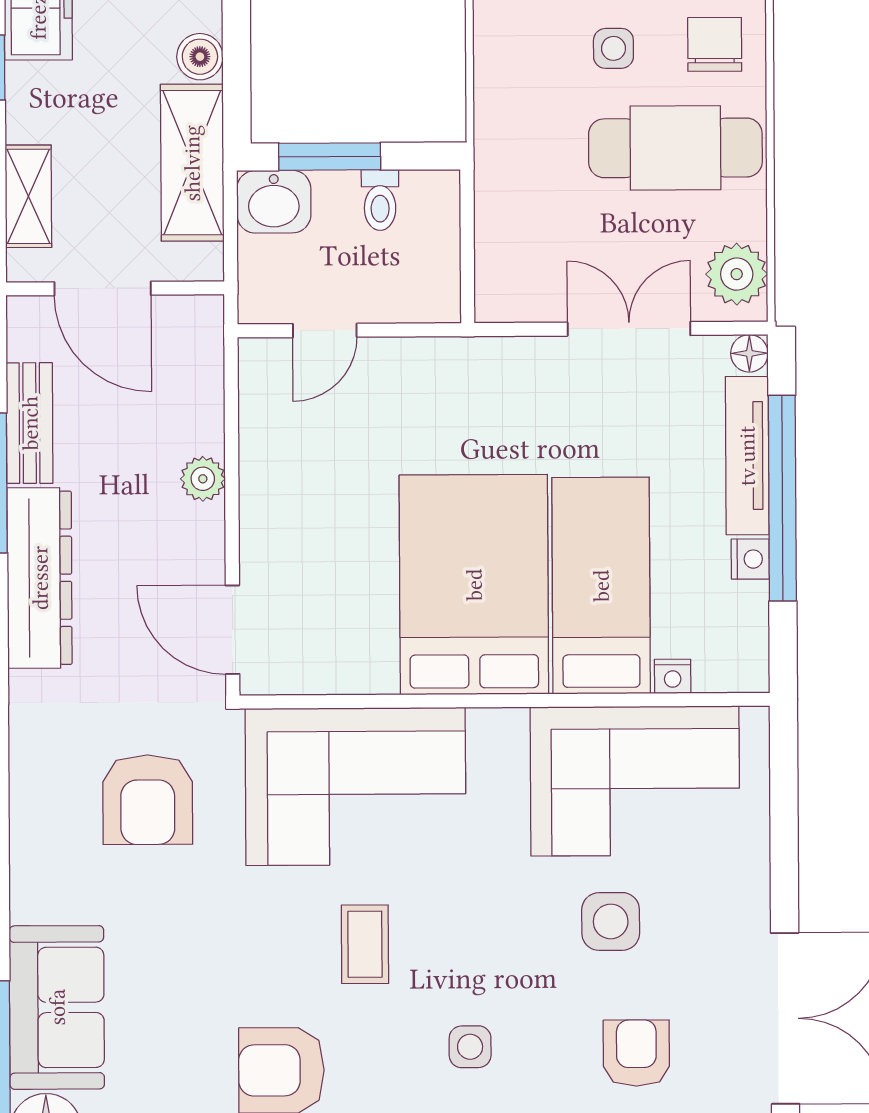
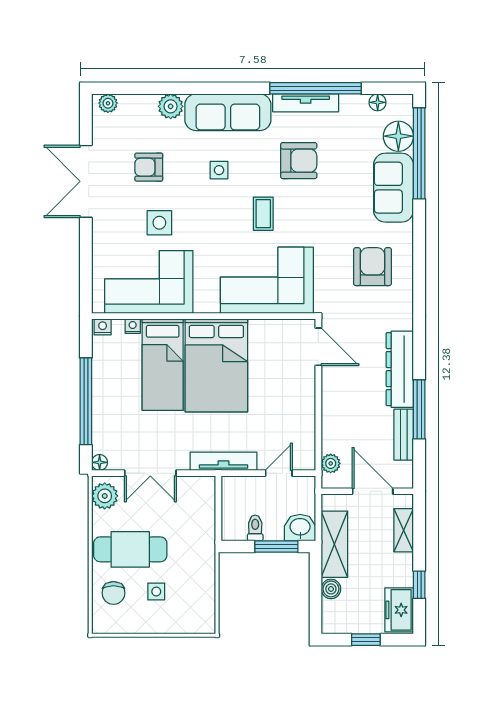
tv unit: (747, 456) -> (223, 461), moved, turned -90
plant: (203, 479) -> (331, 463), moved
nightstand: (750, 559) -> (103, 327), moved, turned 90
armchair: (148, 800) -> (373, 267), moved
armchair: (636, 1053) -> (149, 167), turned 90

